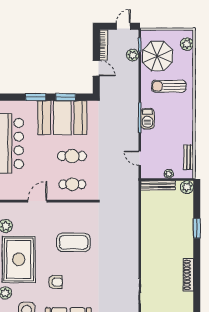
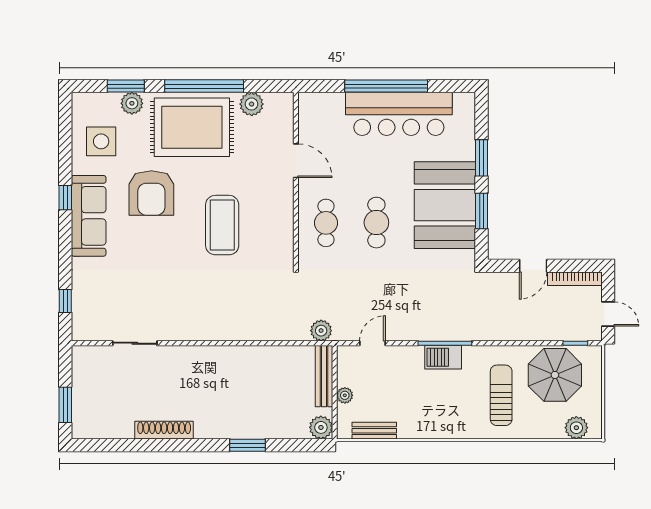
plant: (133, 55) -> (321, 331), moved
armchair: (55, 282) -> (151, 193), width x1.88, depth x1.88

